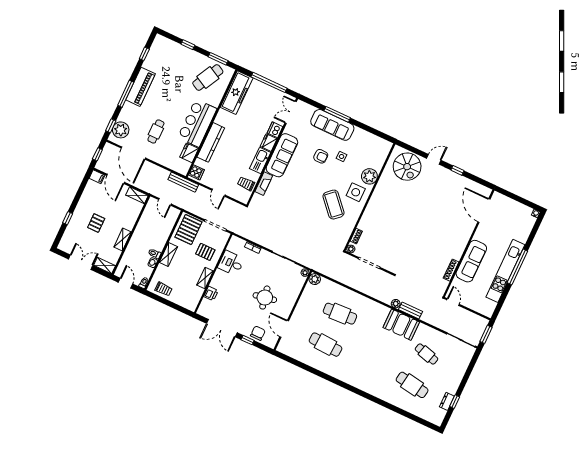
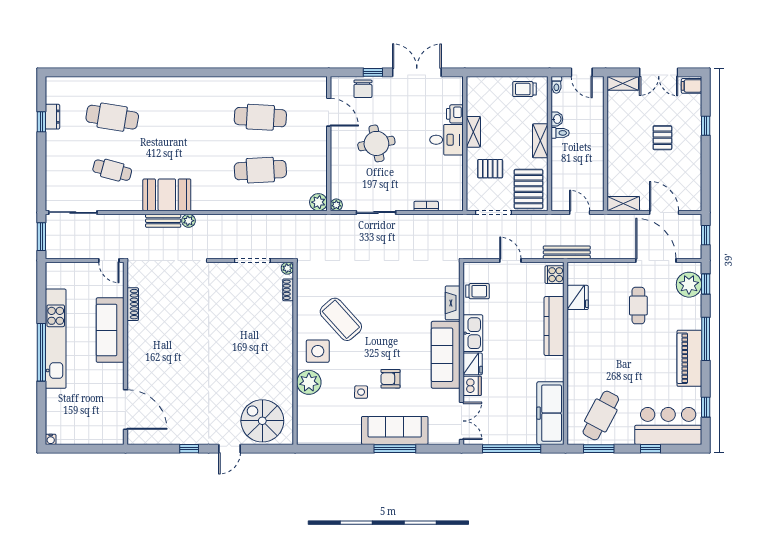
bar counter: (197, 123) -> (668, 426), moved, turned -90
filing cabinet: (97, 177) -> (692, 86), moved
shelving: (123, 239) -> (615, 132), removed
desk: (231, 263) -> (446, 140), moved

